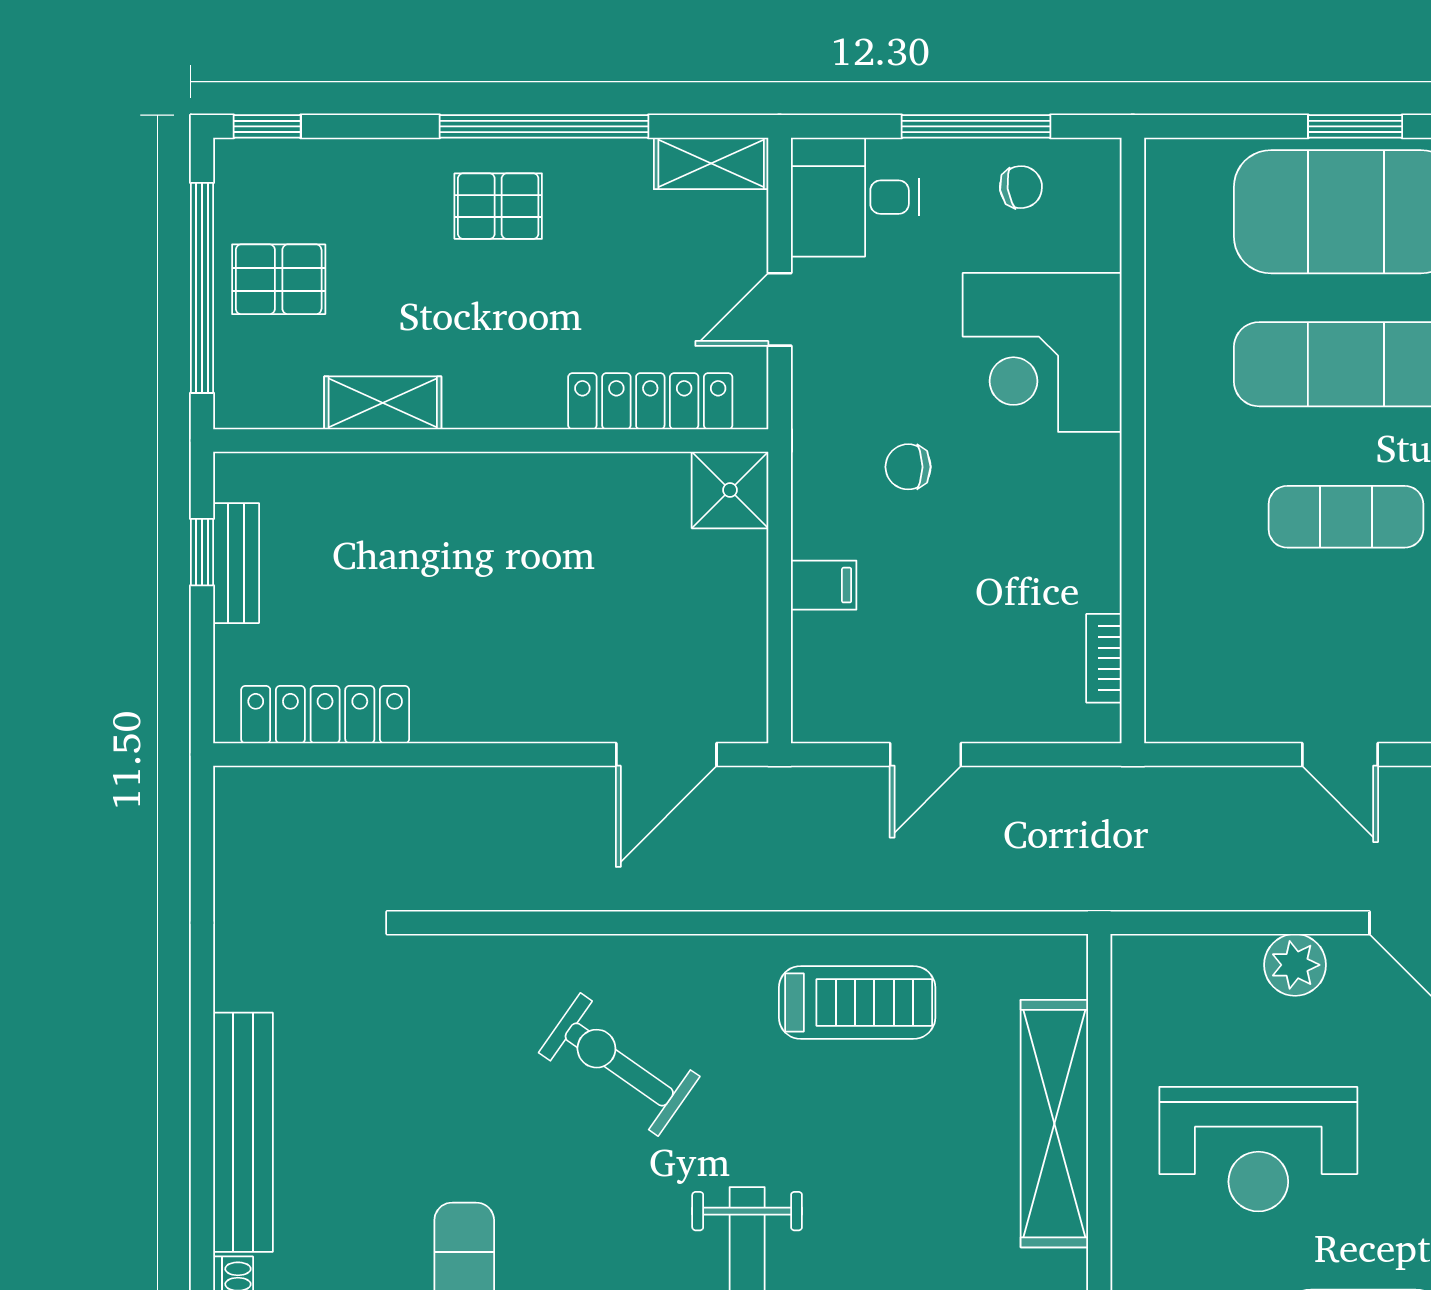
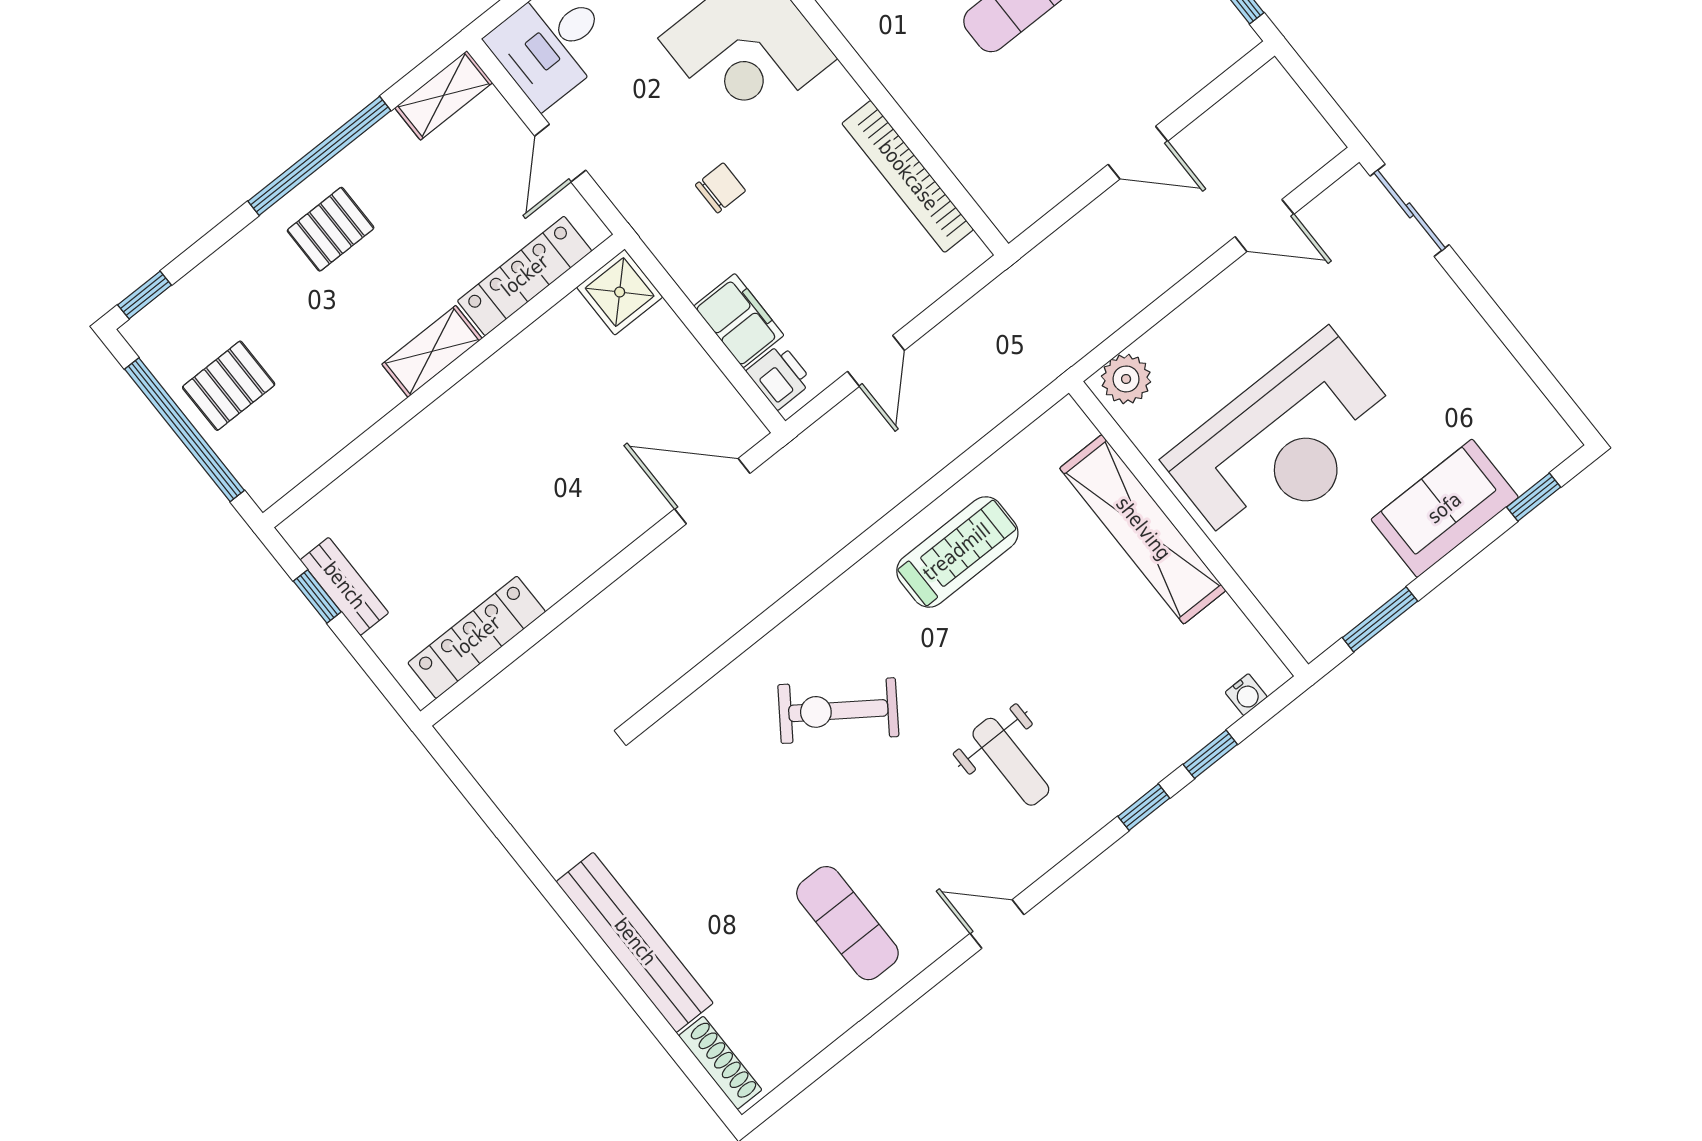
shelving: (383, 403) -> (432, 351), moved
chair: (908, 467) -> (720, 188), turned 180
filing cabinet: (824, 585) -> (739, 321), width x2.00
bookcase: (1104, 658) -> (908, 176), width x2.31, depth x1.31
printer: (820, 695) -> (779, 377), added
door: (666, 755) -> (712, 491), swing flipped
plant: (1295, 965) -> (1126, 379), moved
reception desk: (1258, 1149) -> (1285, 443), width x1.36, depth x1.30

